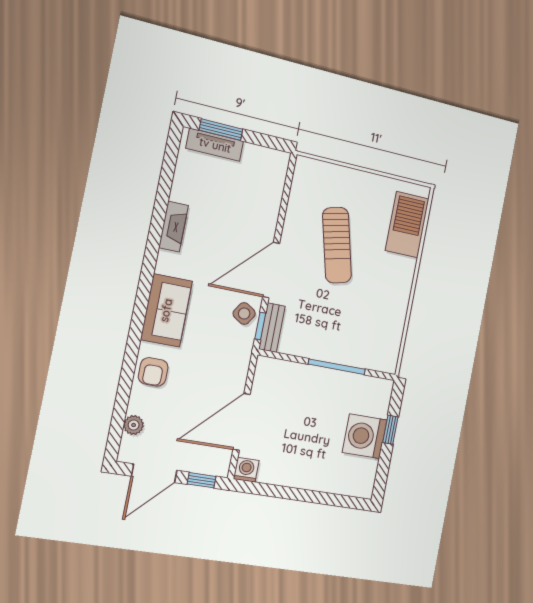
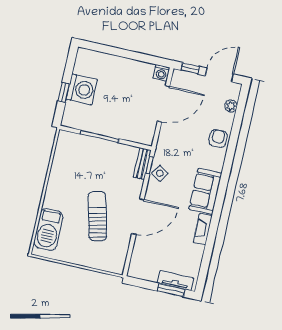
door: (271, 270) -> (138, 217), moved
sofa: (166, 310) -> (205, 191), moved

